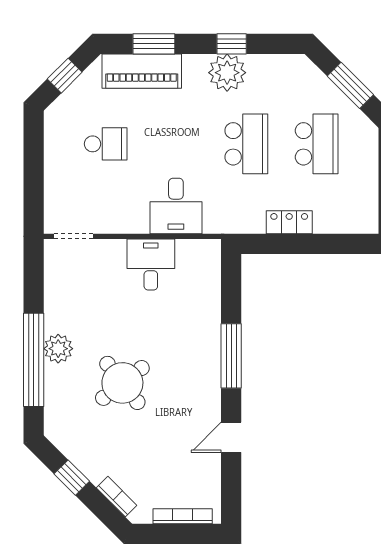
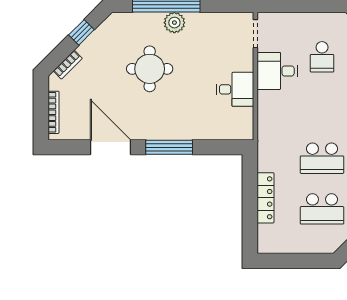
desk: (176, 206) -> (277, 71), moved
locker: (289, 222) -> (265, 198), width x1.53
round table: (122, 383) -> (150, 69), turned 38
door: (231, 437) -> (110, 147), width x1.87

